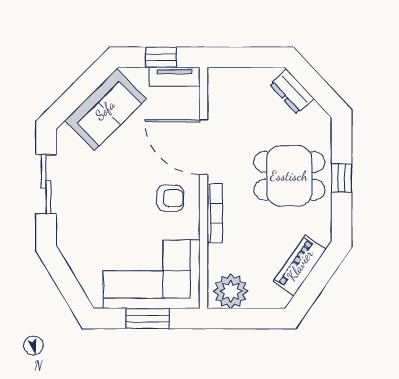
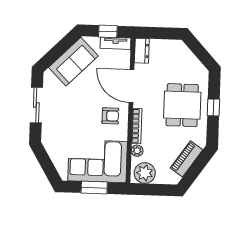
dresser: (292, 91) -> (142, 51), moved, turned -137
dining table: (289, 176) -> (182, 105), turned 90
plant: (217, 255) -> (137, 151), added

